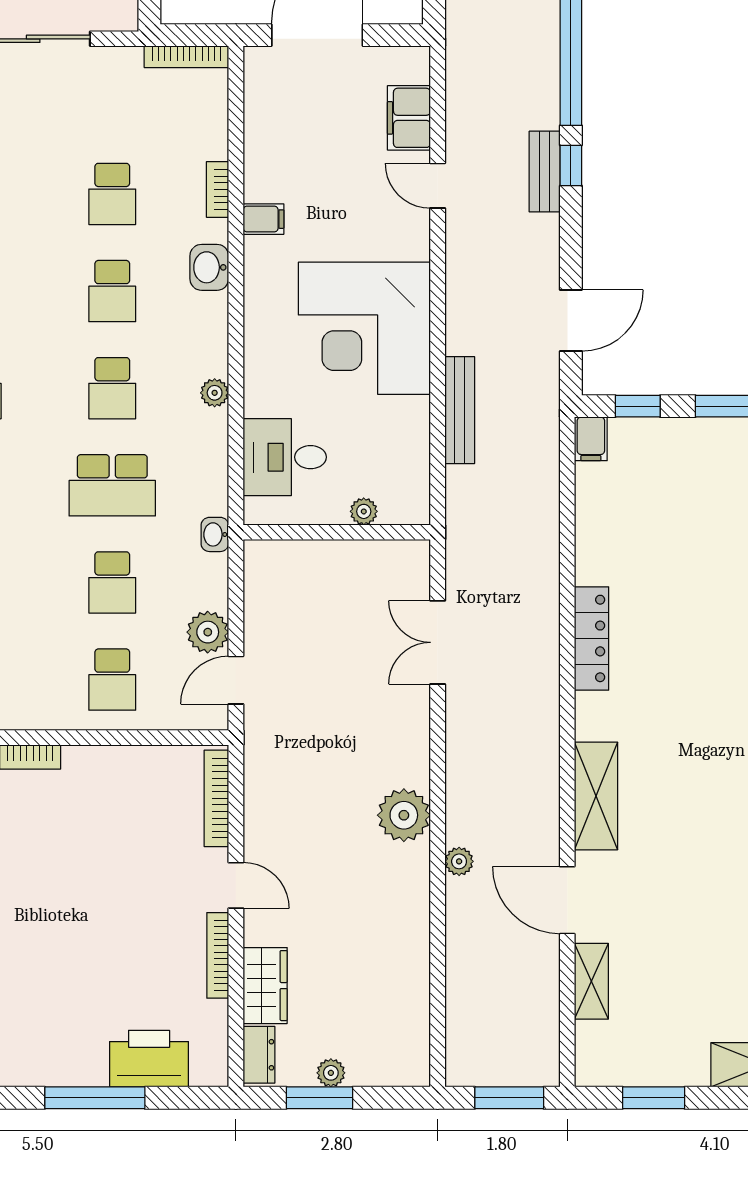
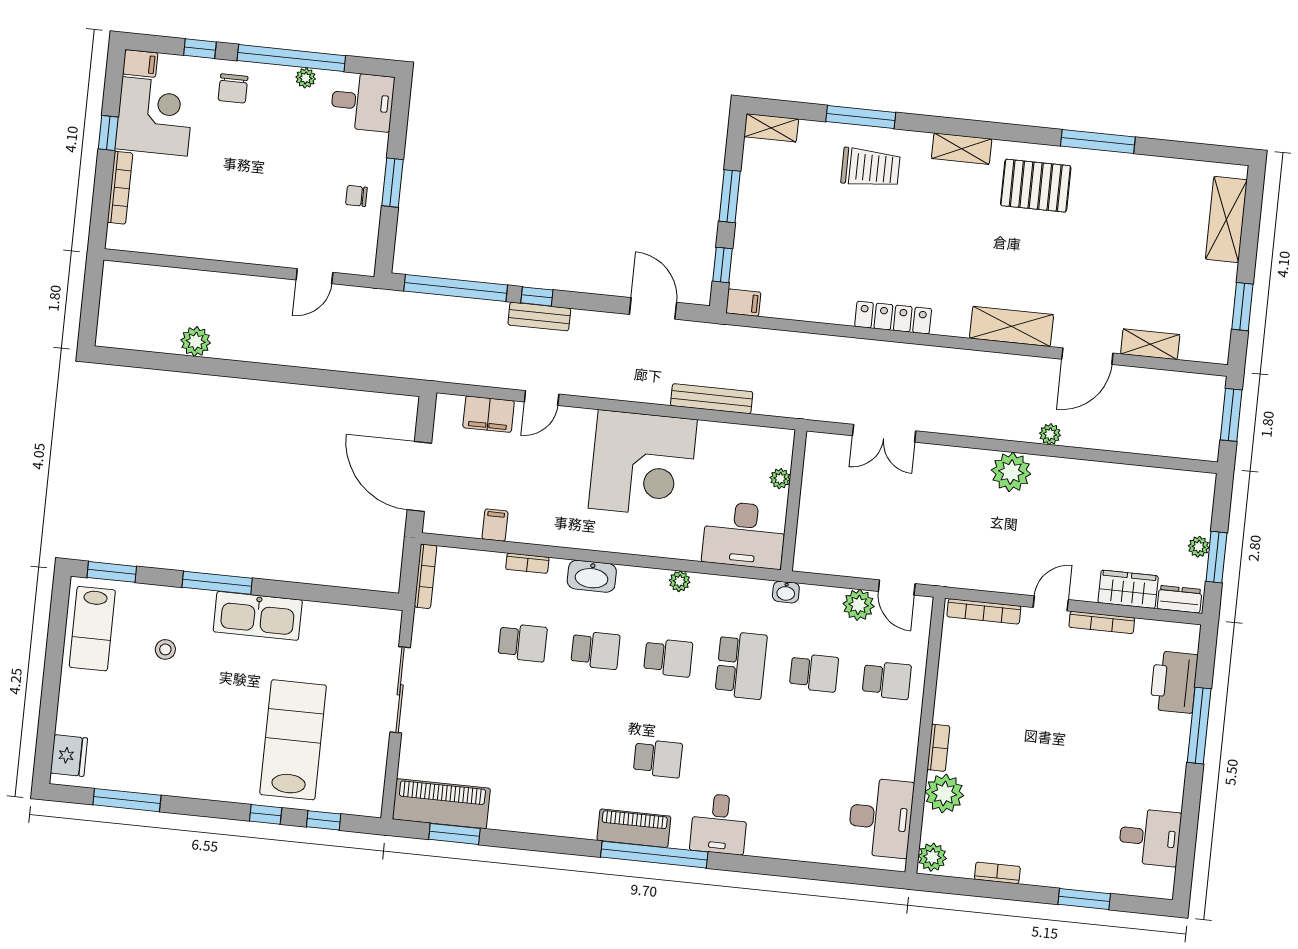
filing cabinet: (263, 219) -> (495, 525), moved
washbasin: (209, 267) -> (592, 576), width x1.38
desk: (285, 457) -> (744, 535), width x1.37

